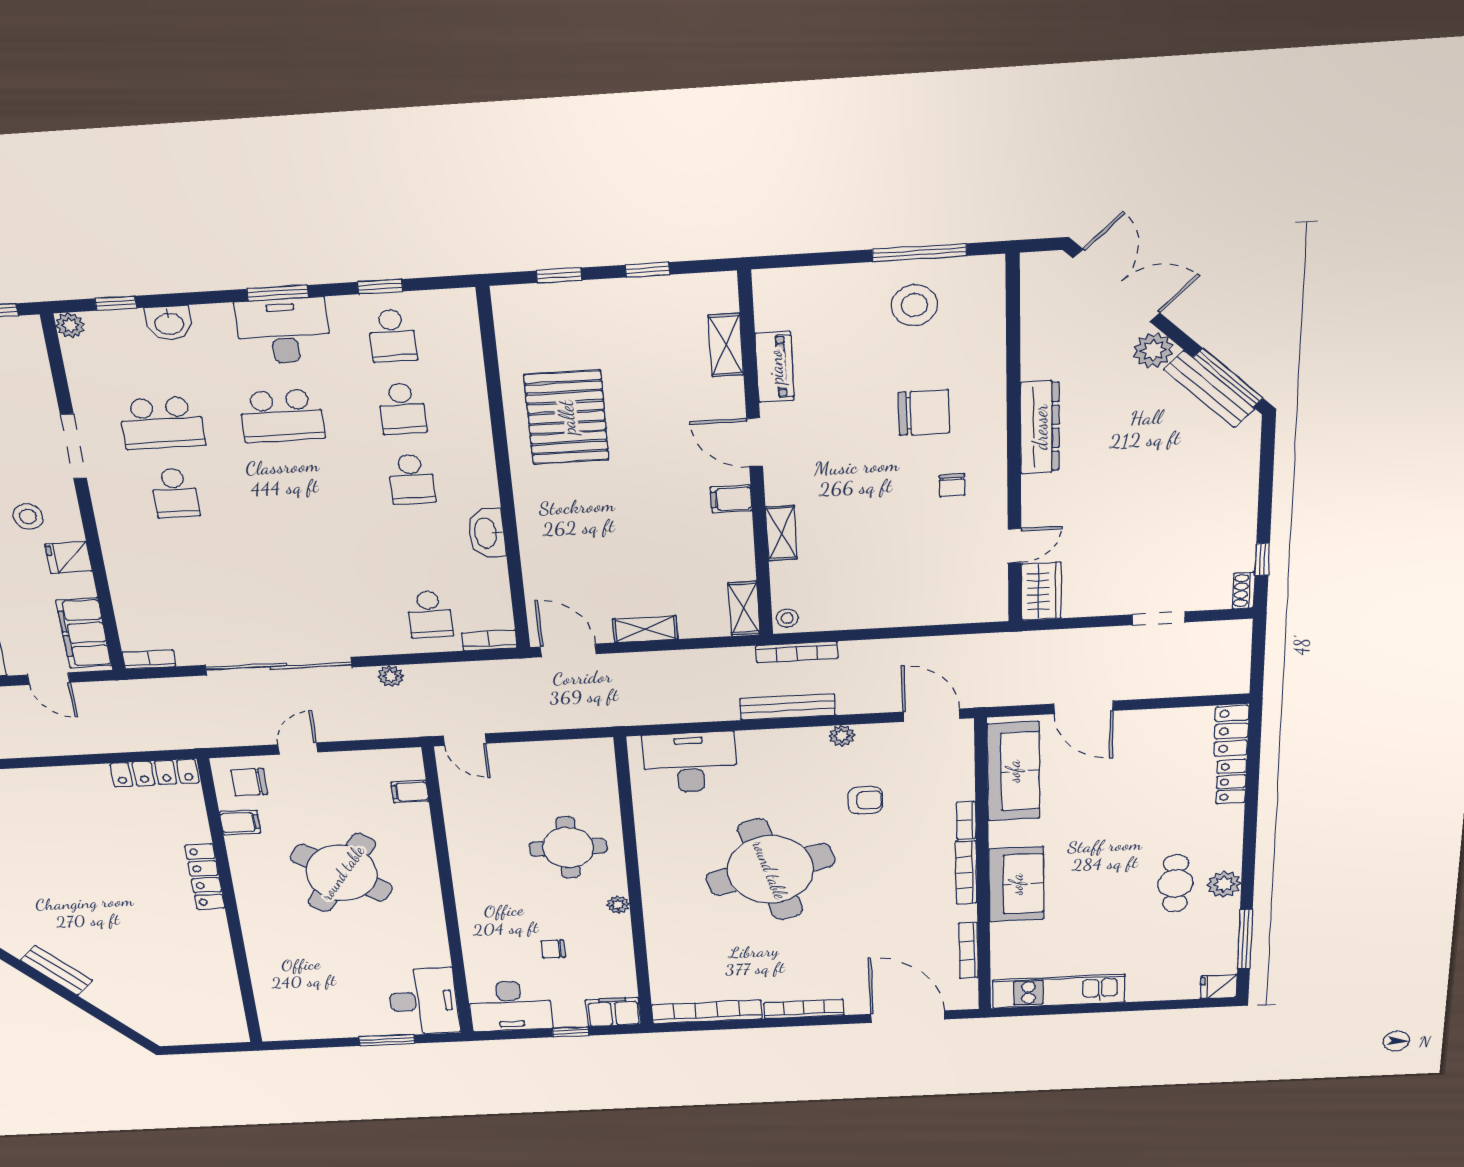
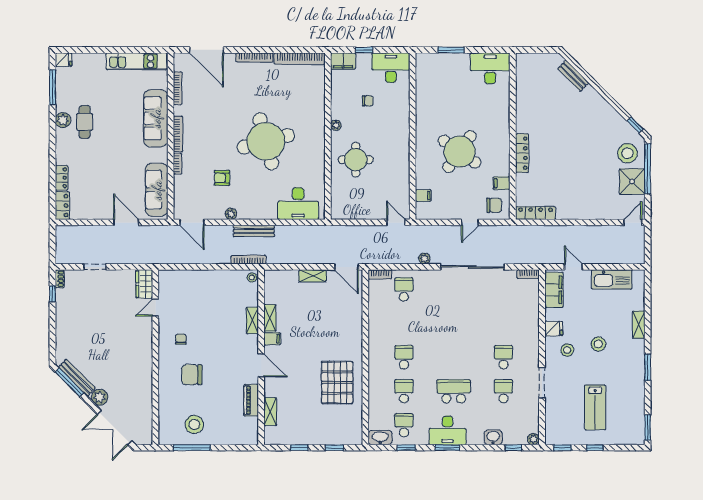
school desk: (162, 423) -> (503, 391), width x0.54
dresser: (1040, 427) -> (145, 365), removed
washbasin: (487, 533) -> (380, 438), moved, turned -90
shelving: (744, 608) -> (270, 318), moved
sofa: (1016, 884) -> (156, 118), width x1.36
bench: (57, 970) -> (573, 76), moved
desk: (423, 1001) -> (490, 68), moved, turned 90

